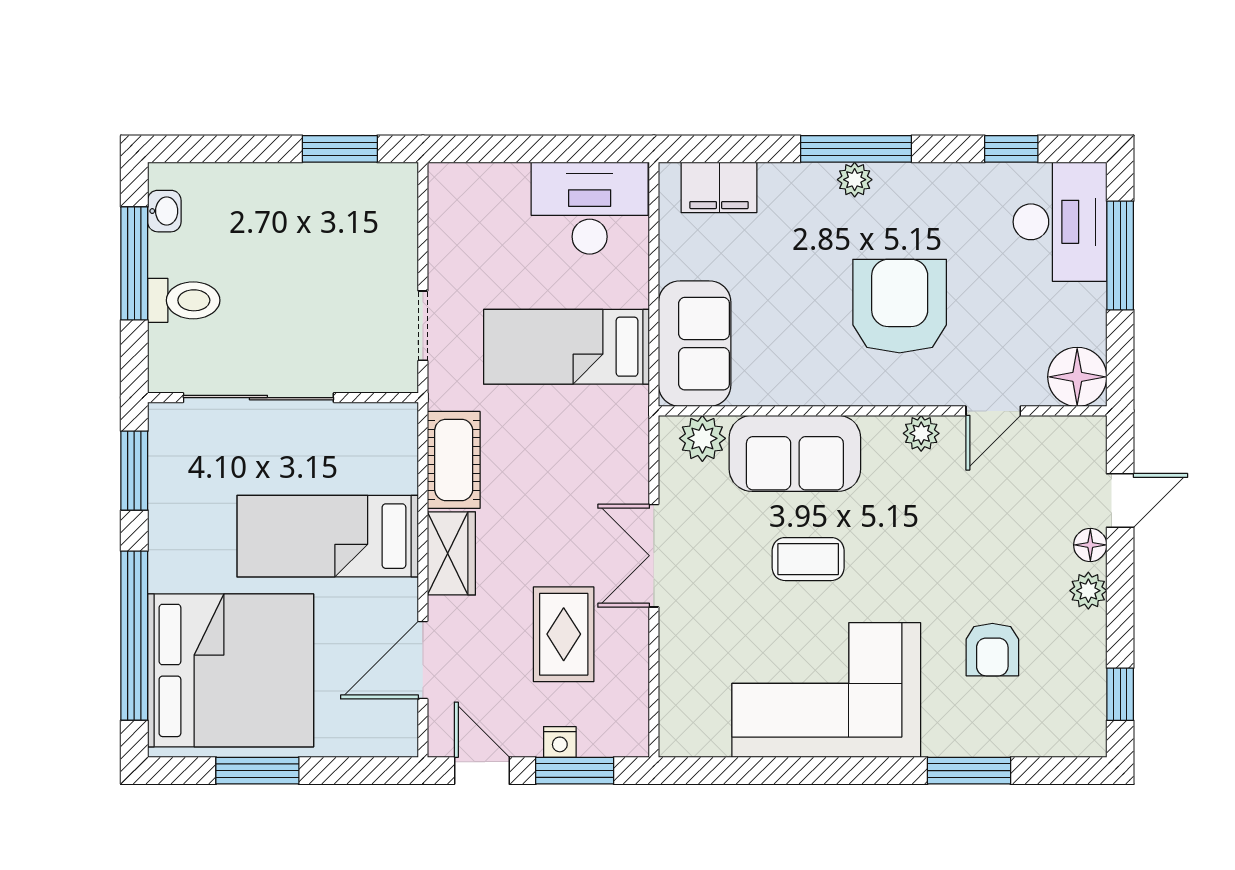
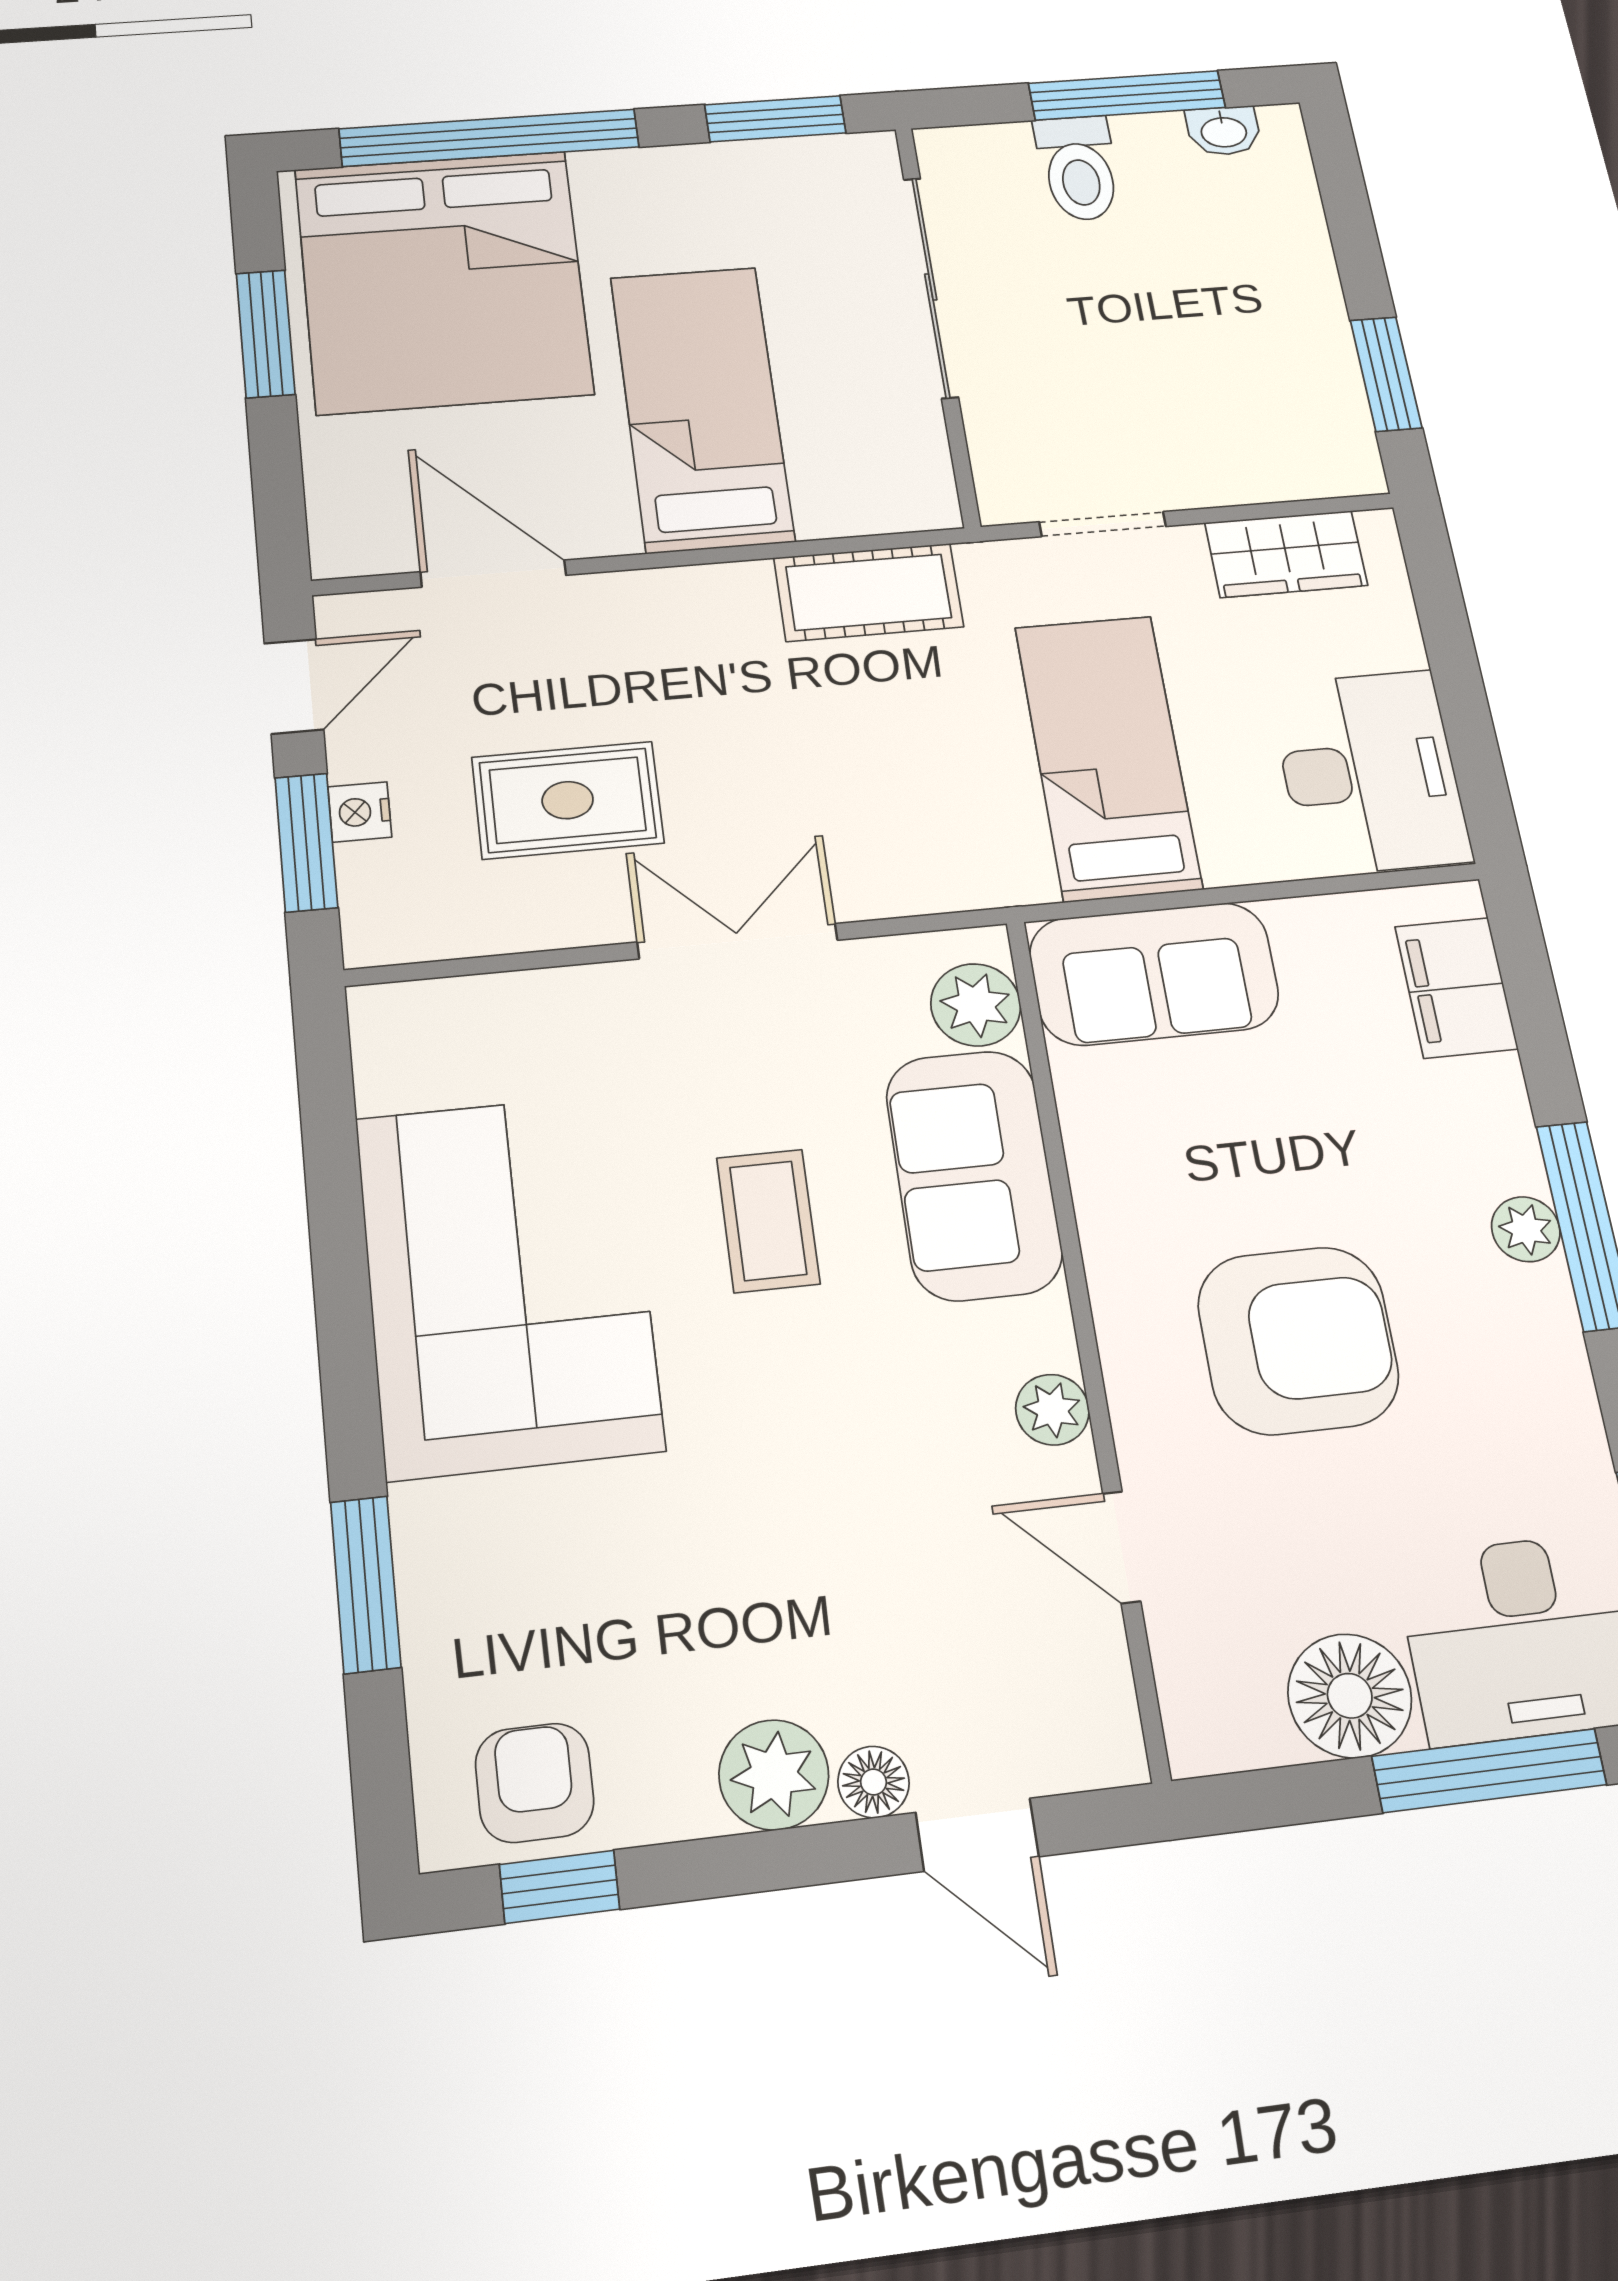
floor lamp: (1077, 377) -> (1350, 1696), moved
wardrobe: (451, 553) -> (1286, 554), moved
plant: (1088, 591) -> (774, 1775), width x1.38, depth x1.38
armchair: (992, 650) -> (535, 1783), moved, turned 90

